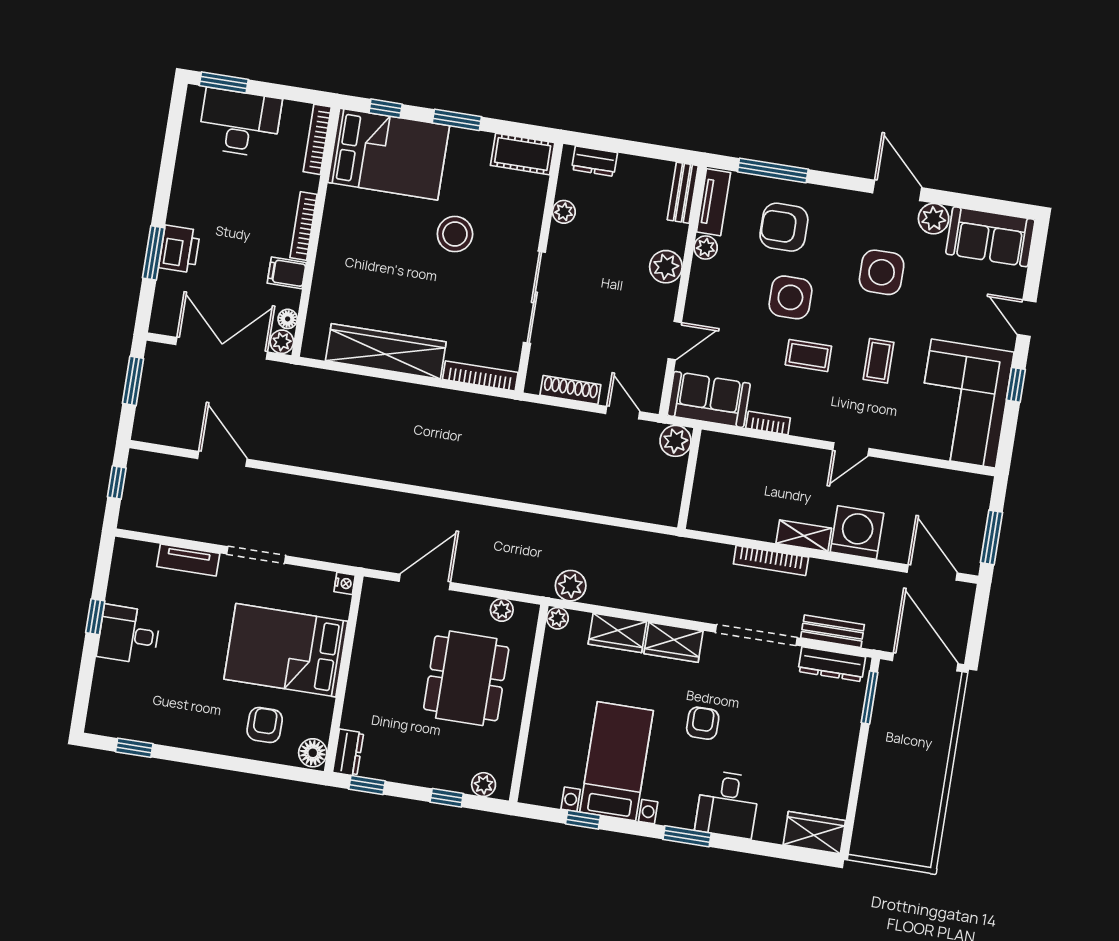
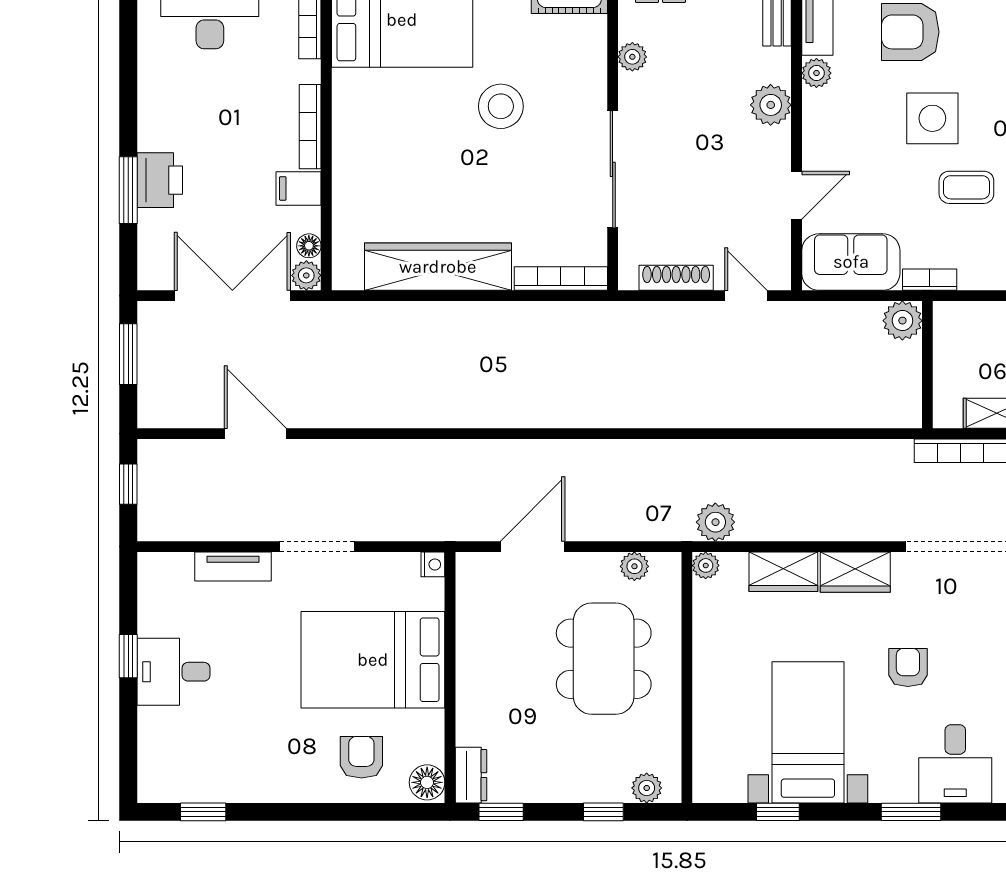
plant: (676, 441) -> (902, 321), moved
wall: (689, 478) -> (927, 365), moved

